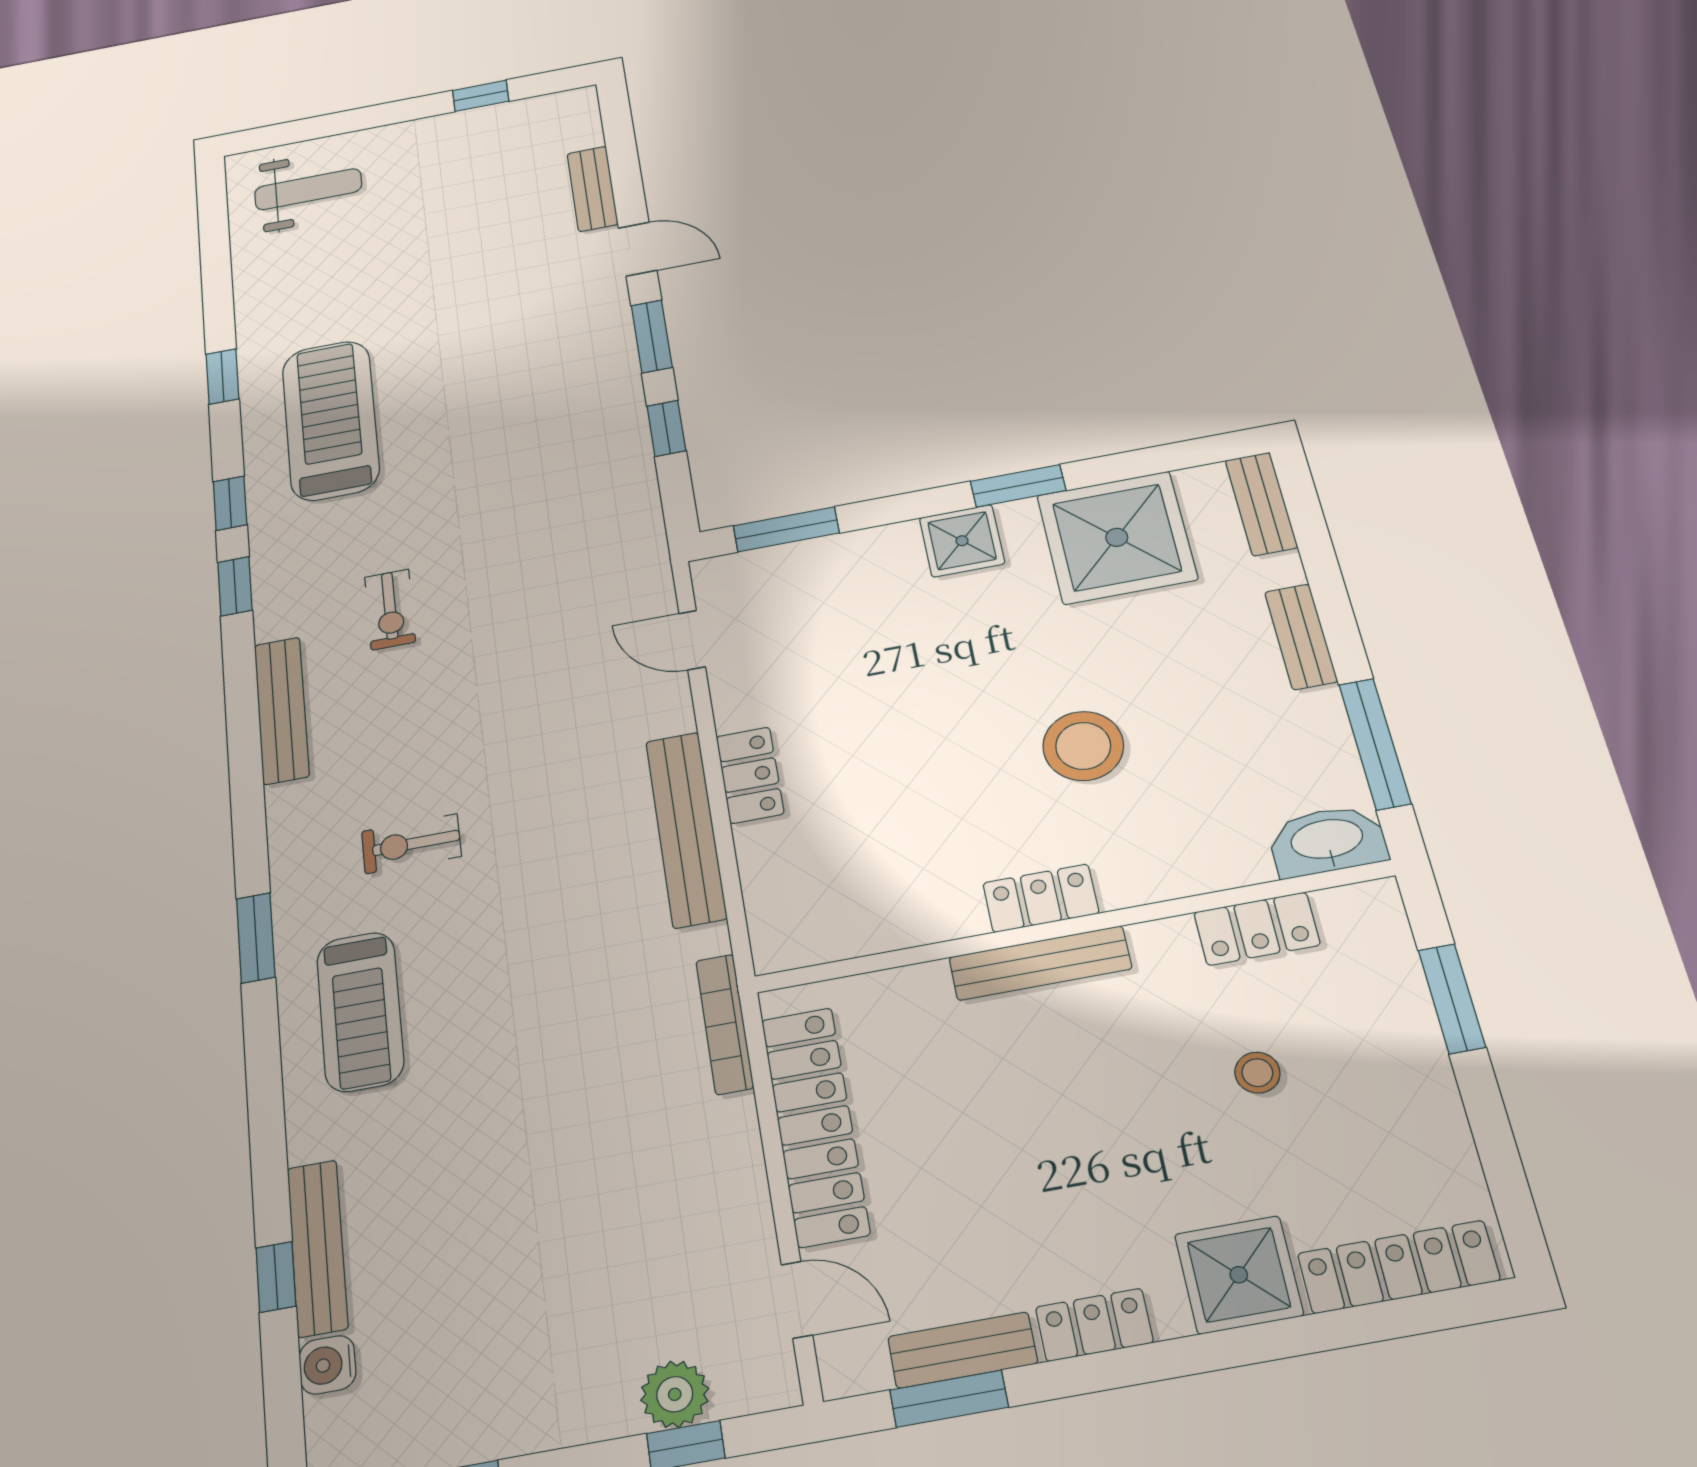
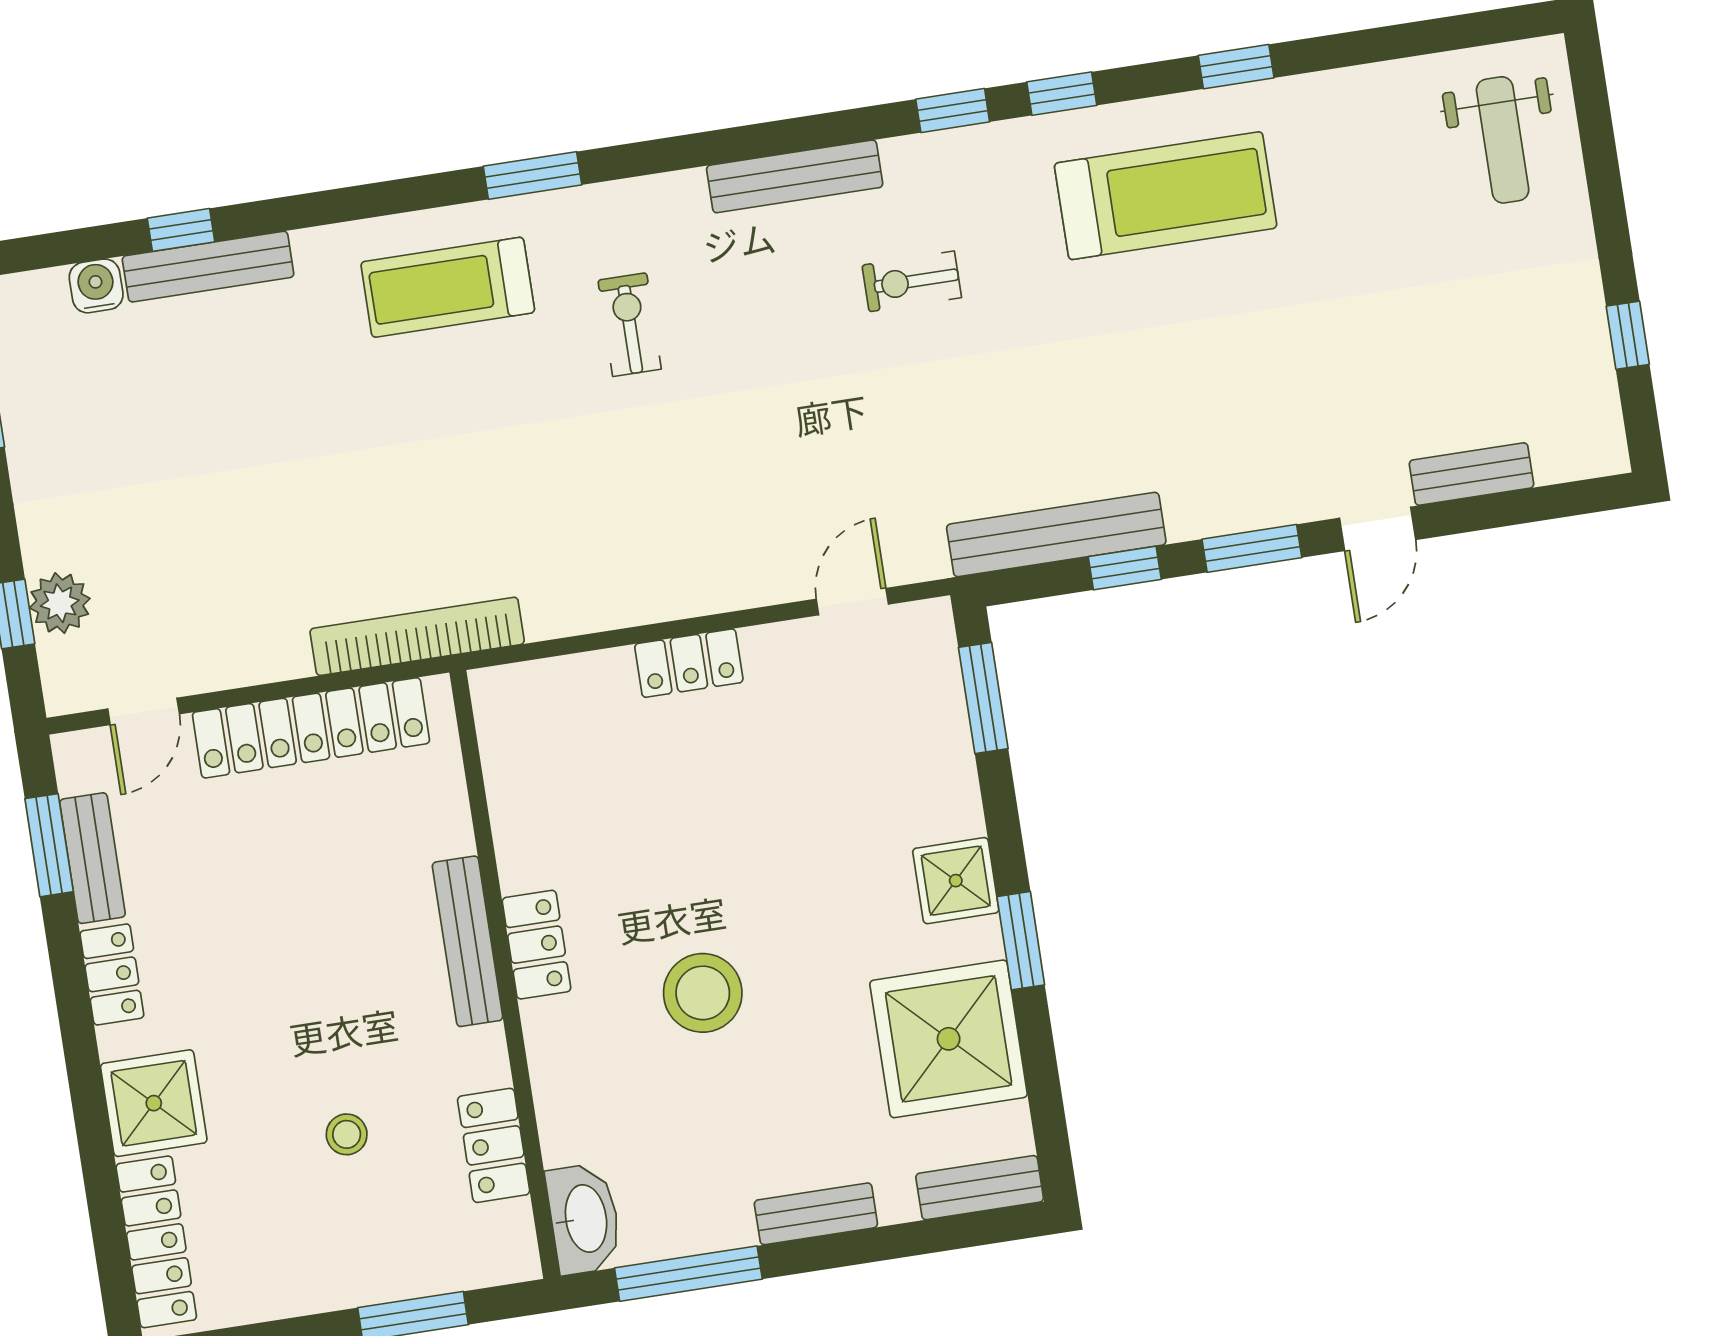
bench: (686, 829) -> (1056, 535), moved
bookcase: (725, 1024) -> (417, 636), width x1.48, depth x1.31

